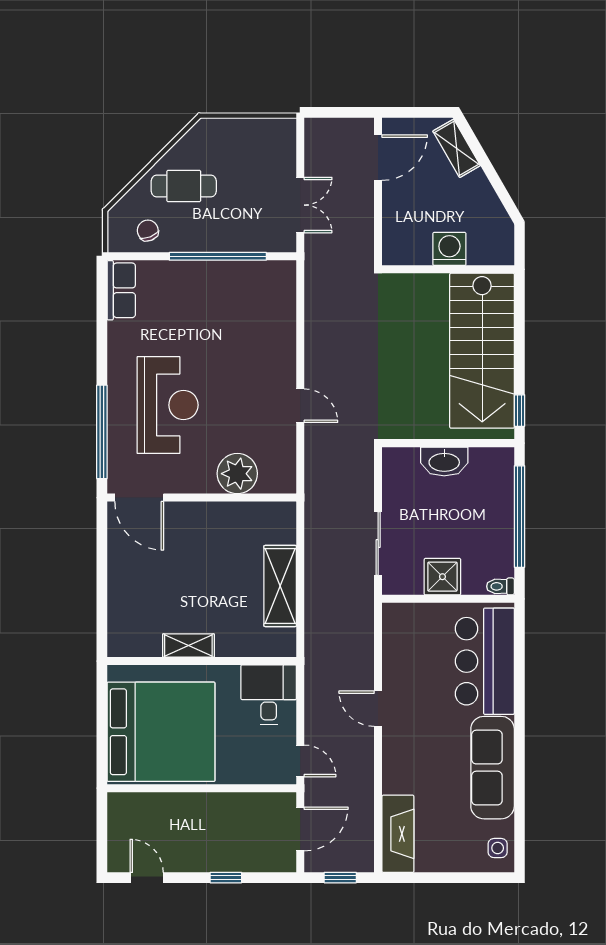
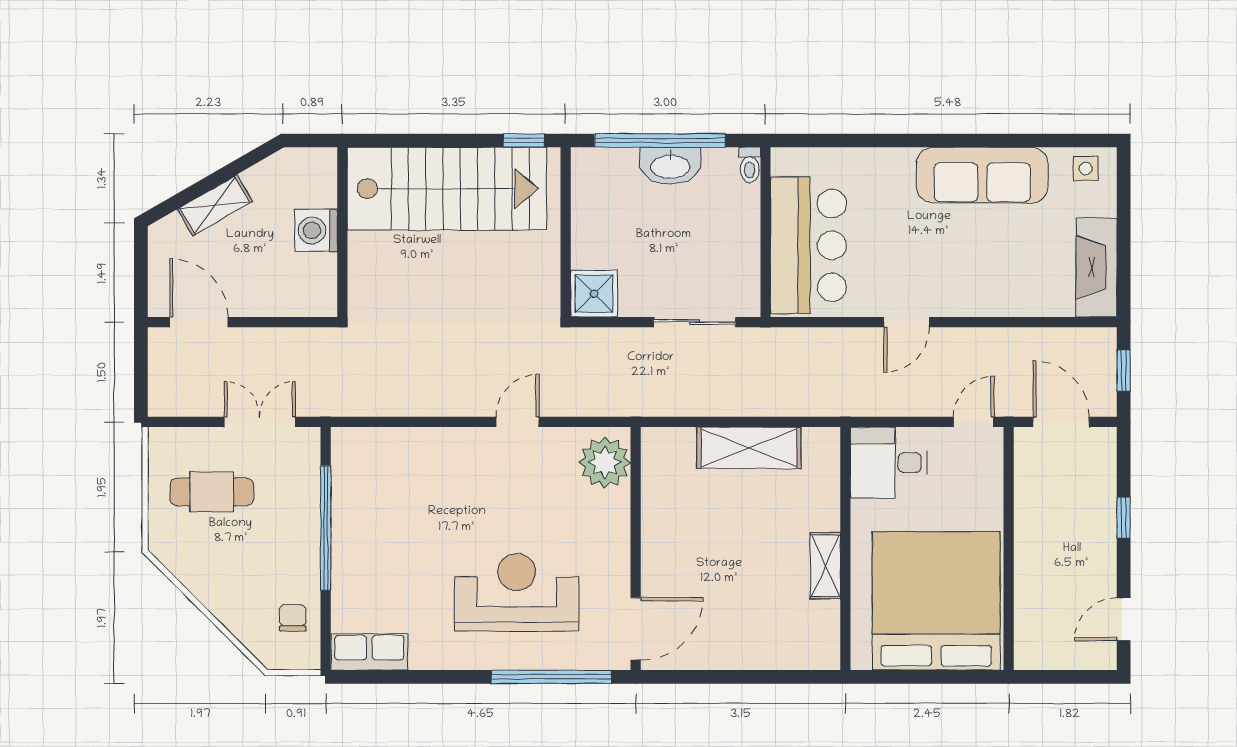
shelving: (457, 148) -> (215, 205), moved
cafe table: (184, 186) -> (212, 492), moved, turned 90
chair: (148, 231) -> (293, 618), turned 112
washbasin: (444, 462) -> (670, 166), moved, turned 90
plant: (237, 474) -> (605, 462), moved
shower: (442, 577) -> (594, 294), moved
bar counter: (485, 661) -> (808, 245), moved, turned -90
fireplace: (398, 834) -> (1097, 267), moved, turned -90

